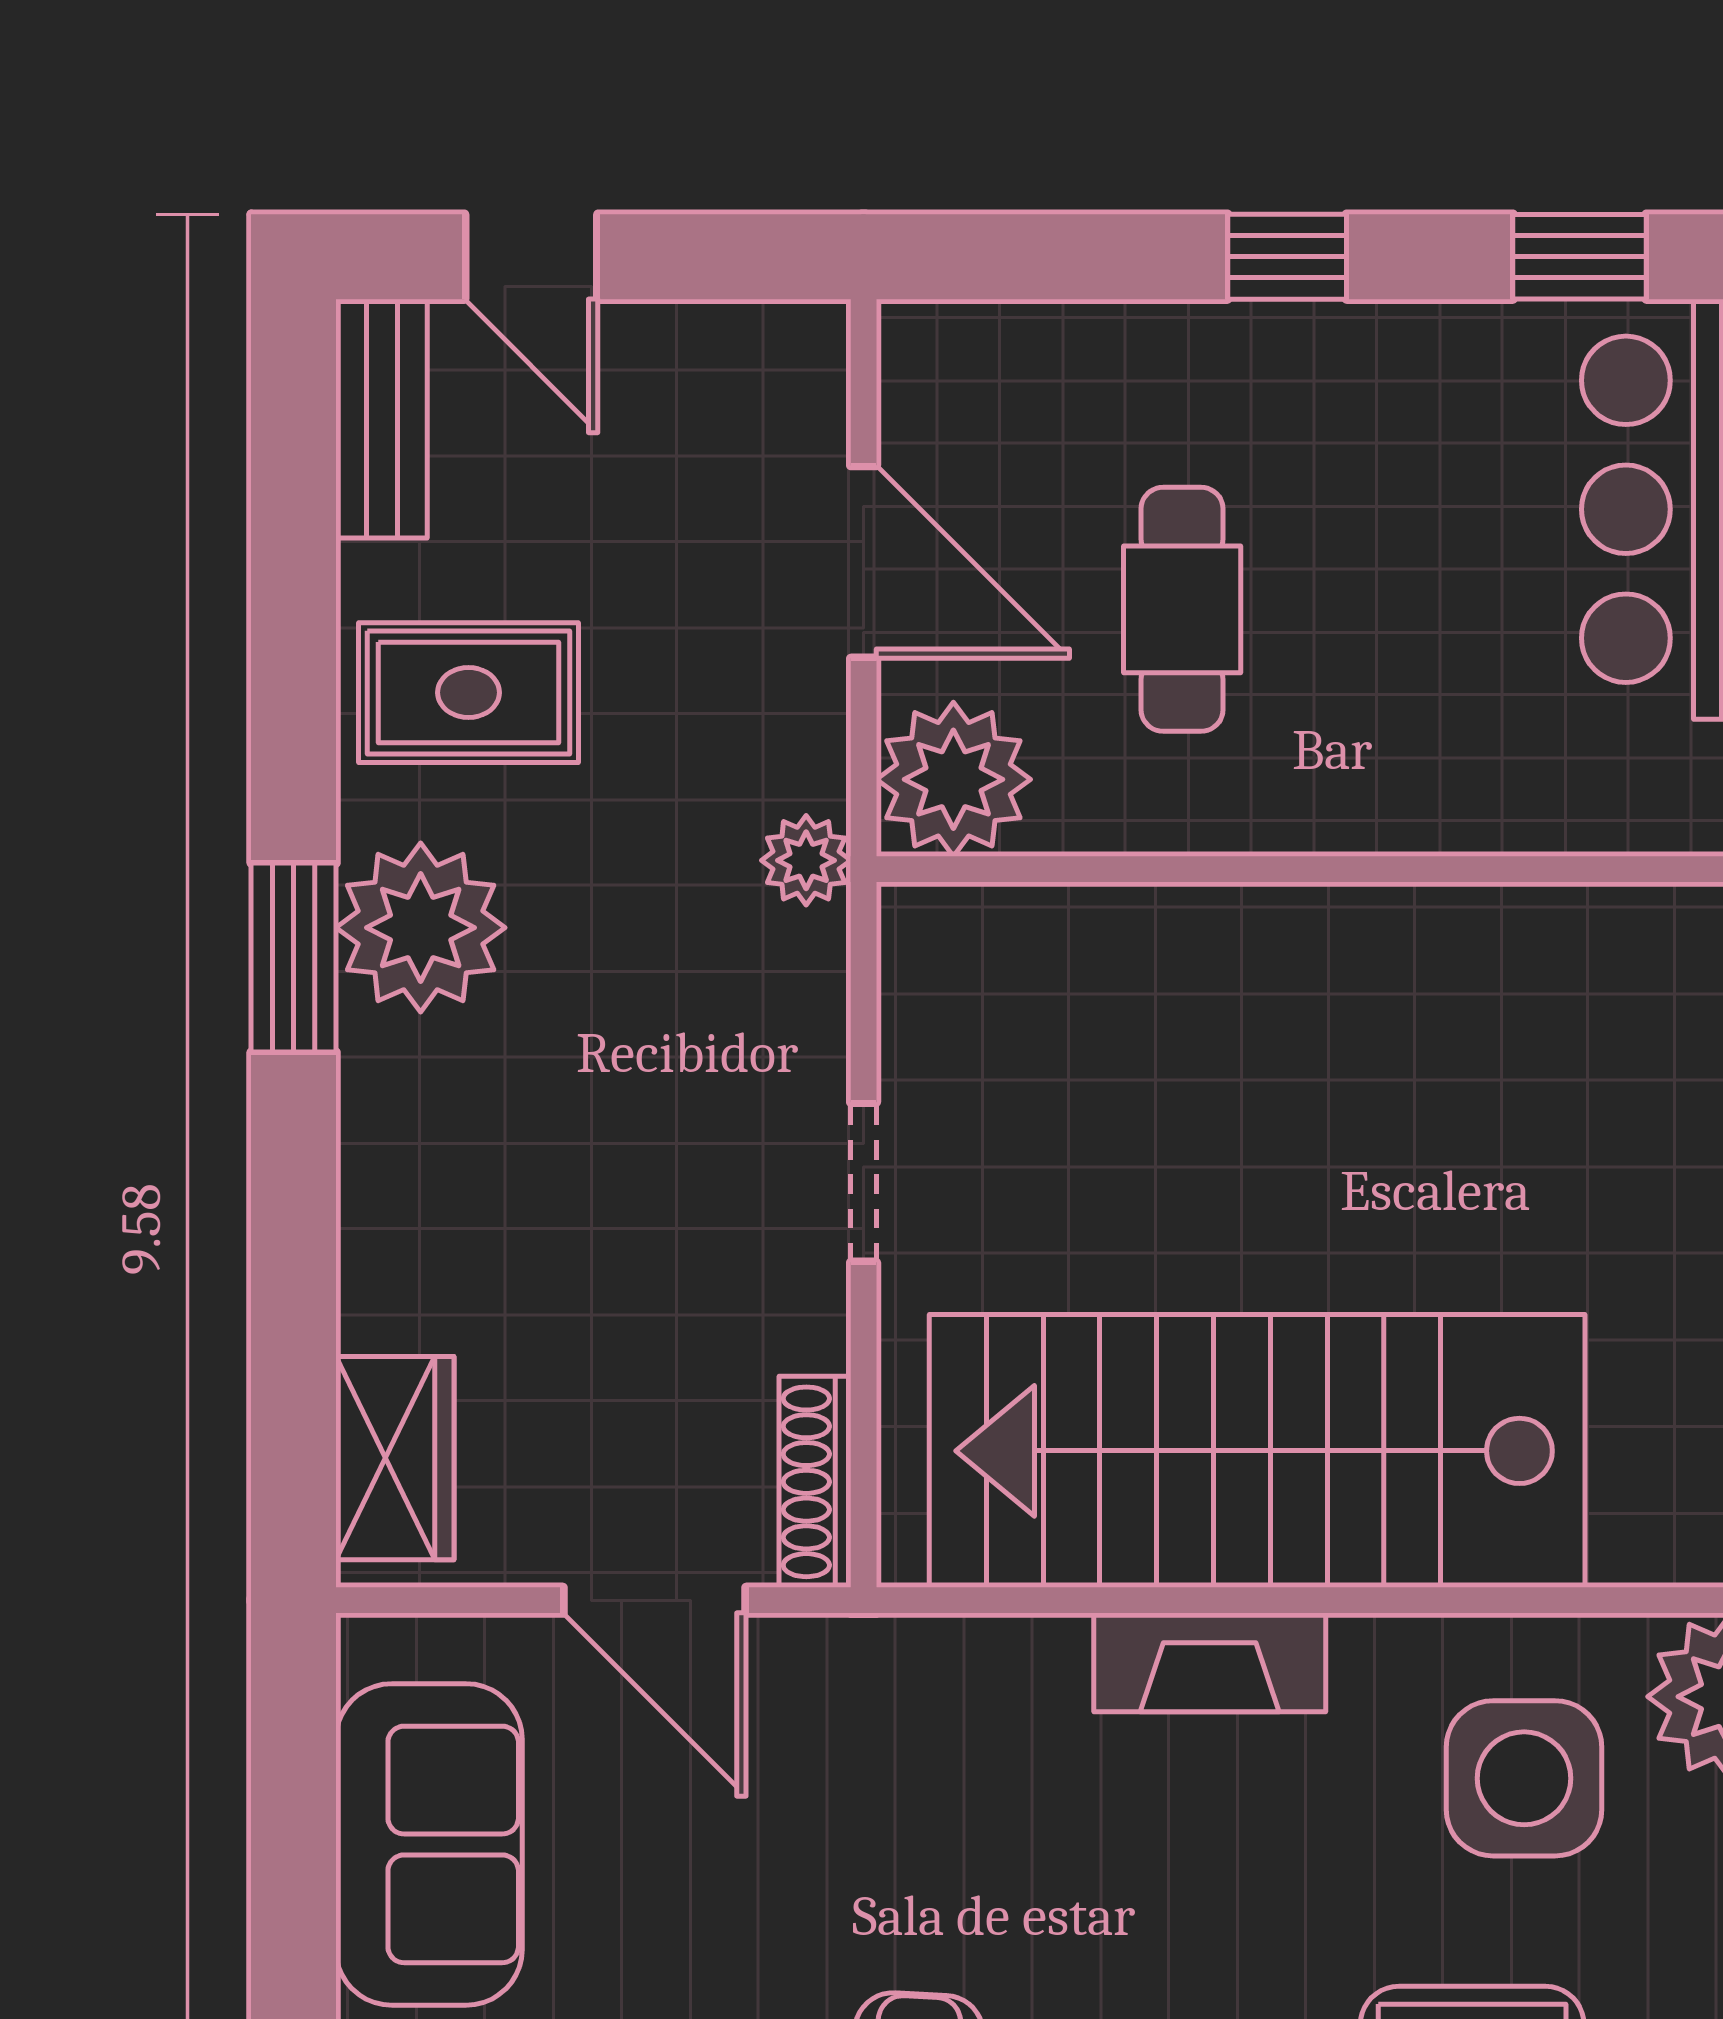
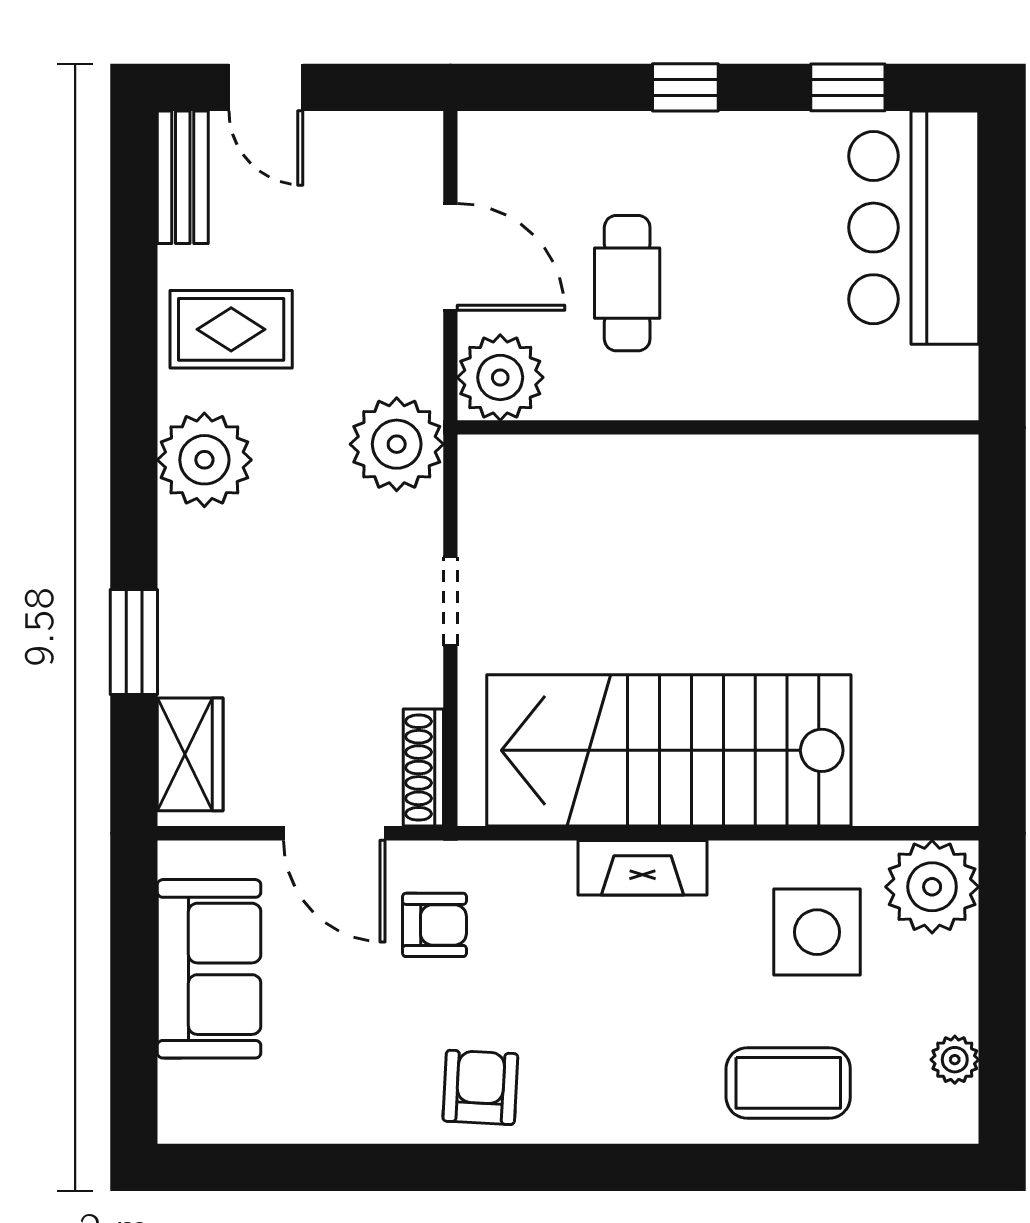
plant: (806, 860) -> (397, 444), width x1.88, depth x1.88
window: (294, 958) -> (134, 642), moved
armchair: (835, 1765) -> (435, 925), added

